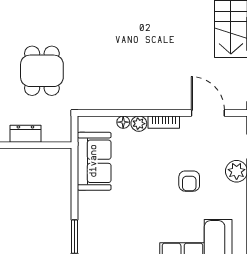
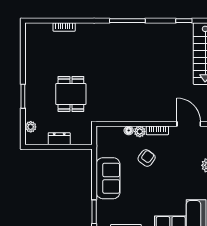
sofa: (94, 161) -> (108, 178), moved
armchair: (189, 181) -> (147, 158), moved, turned -144

